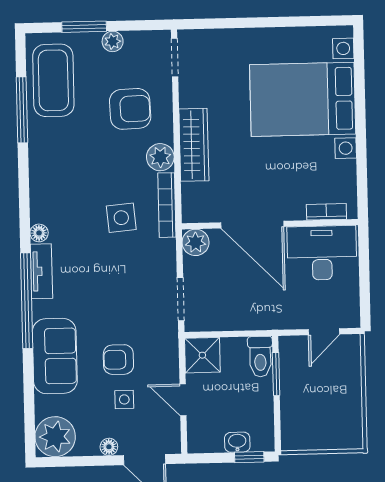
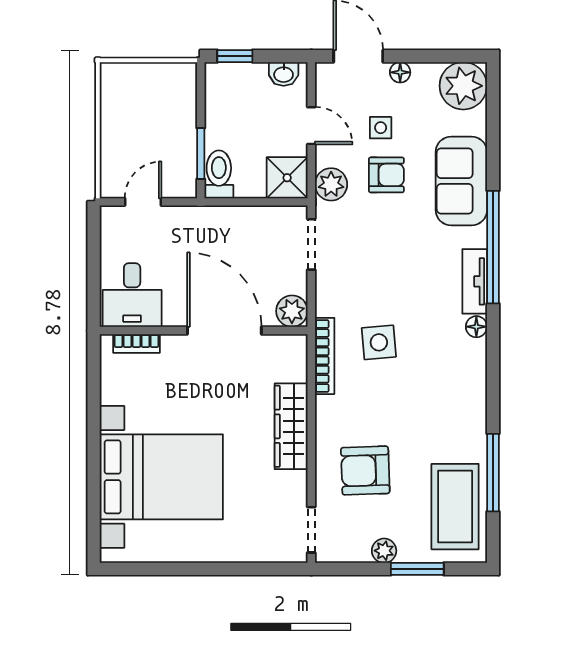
plant: (160, 157) -> (331, 184), moved
desk: (322, 253) -> (132, 295), width x0.73
washbasin: (237, 442) -> (284, 74), moved

